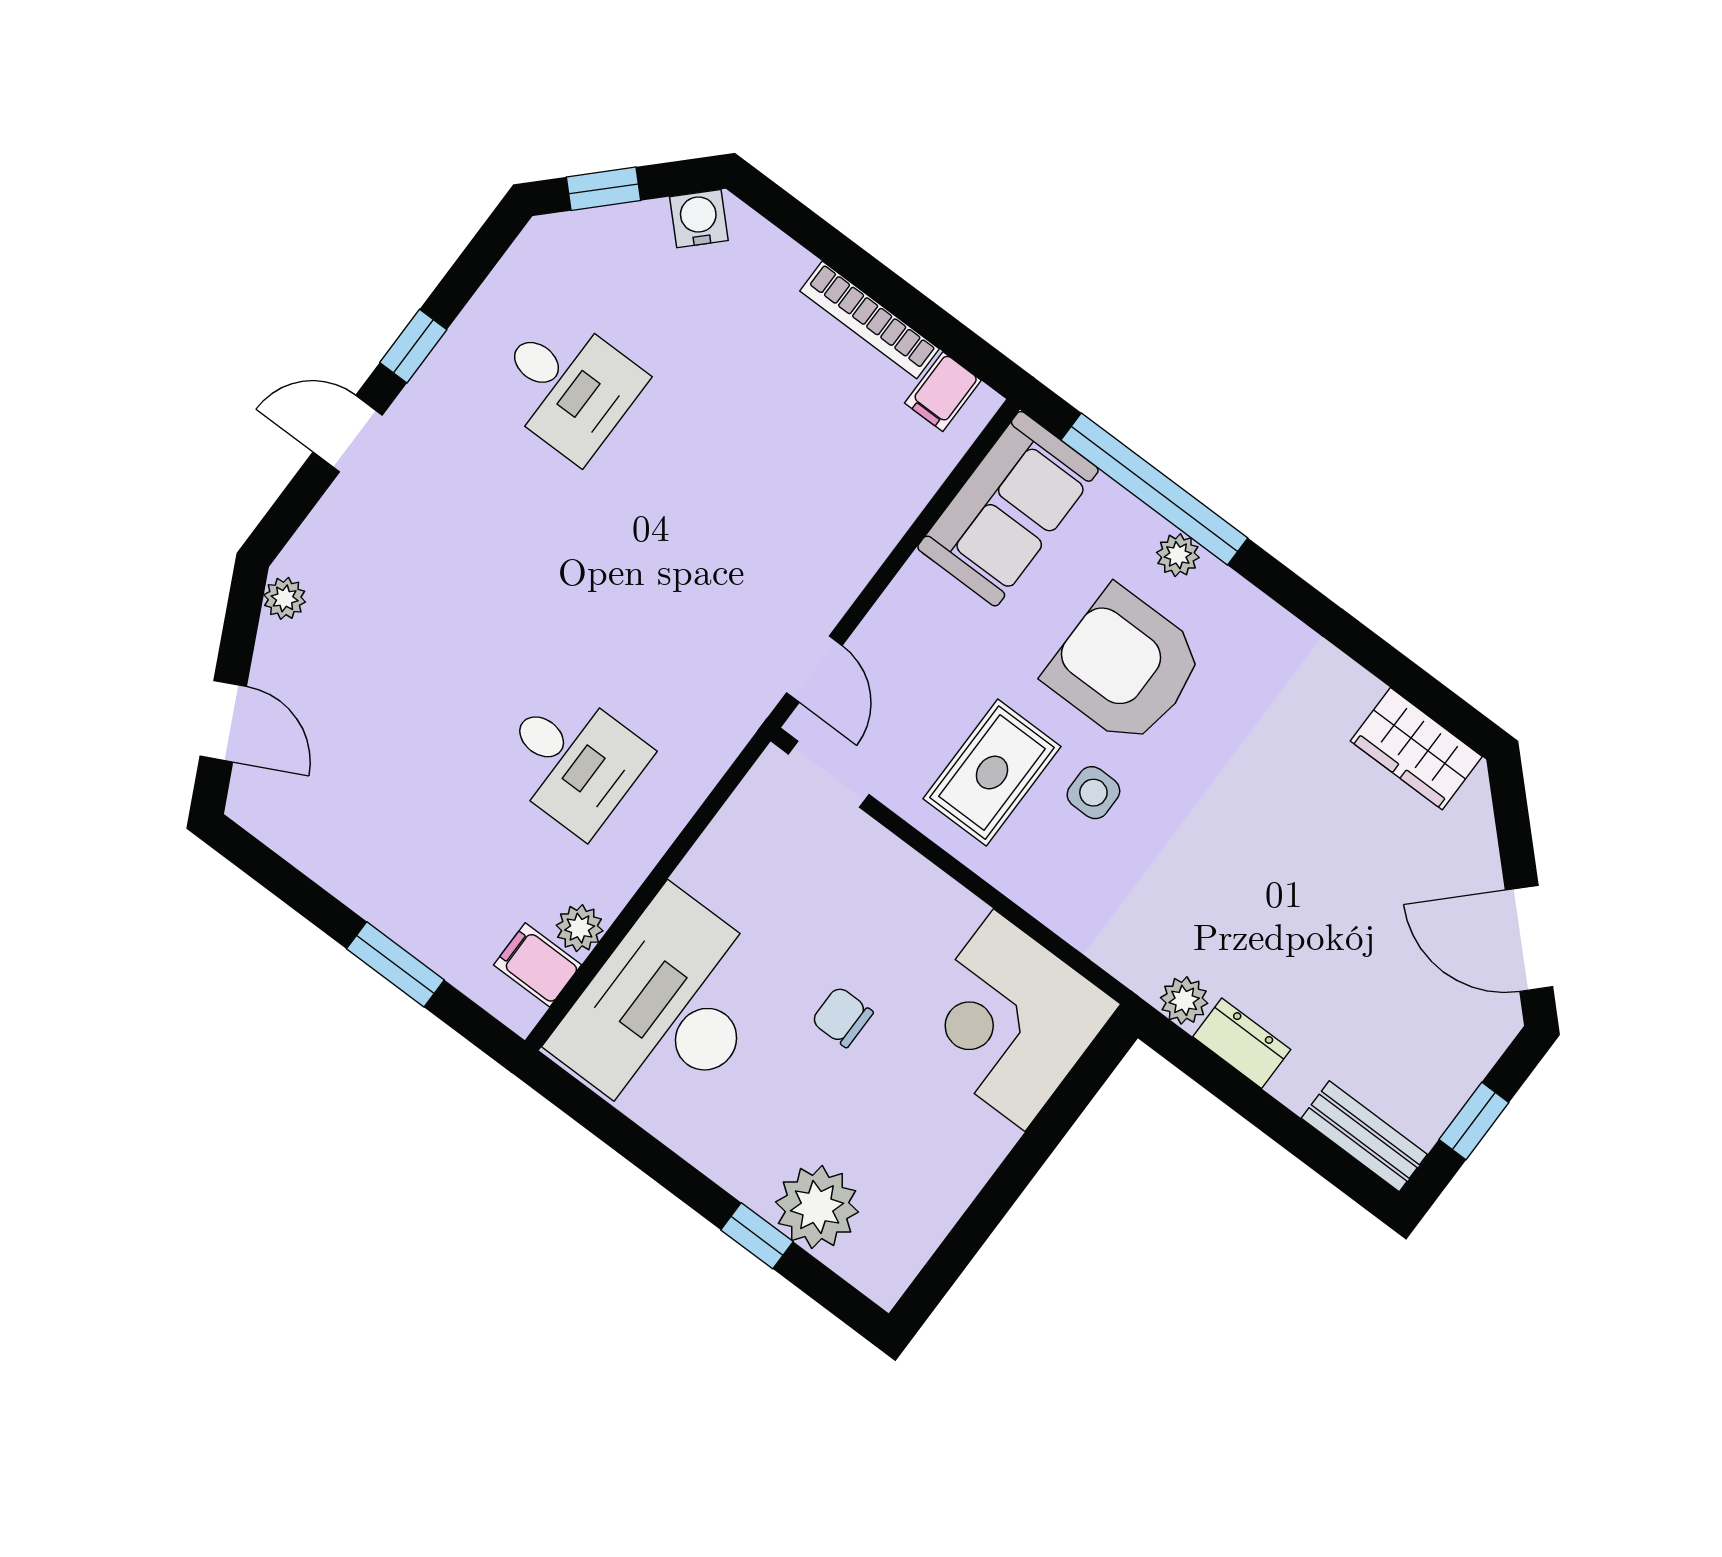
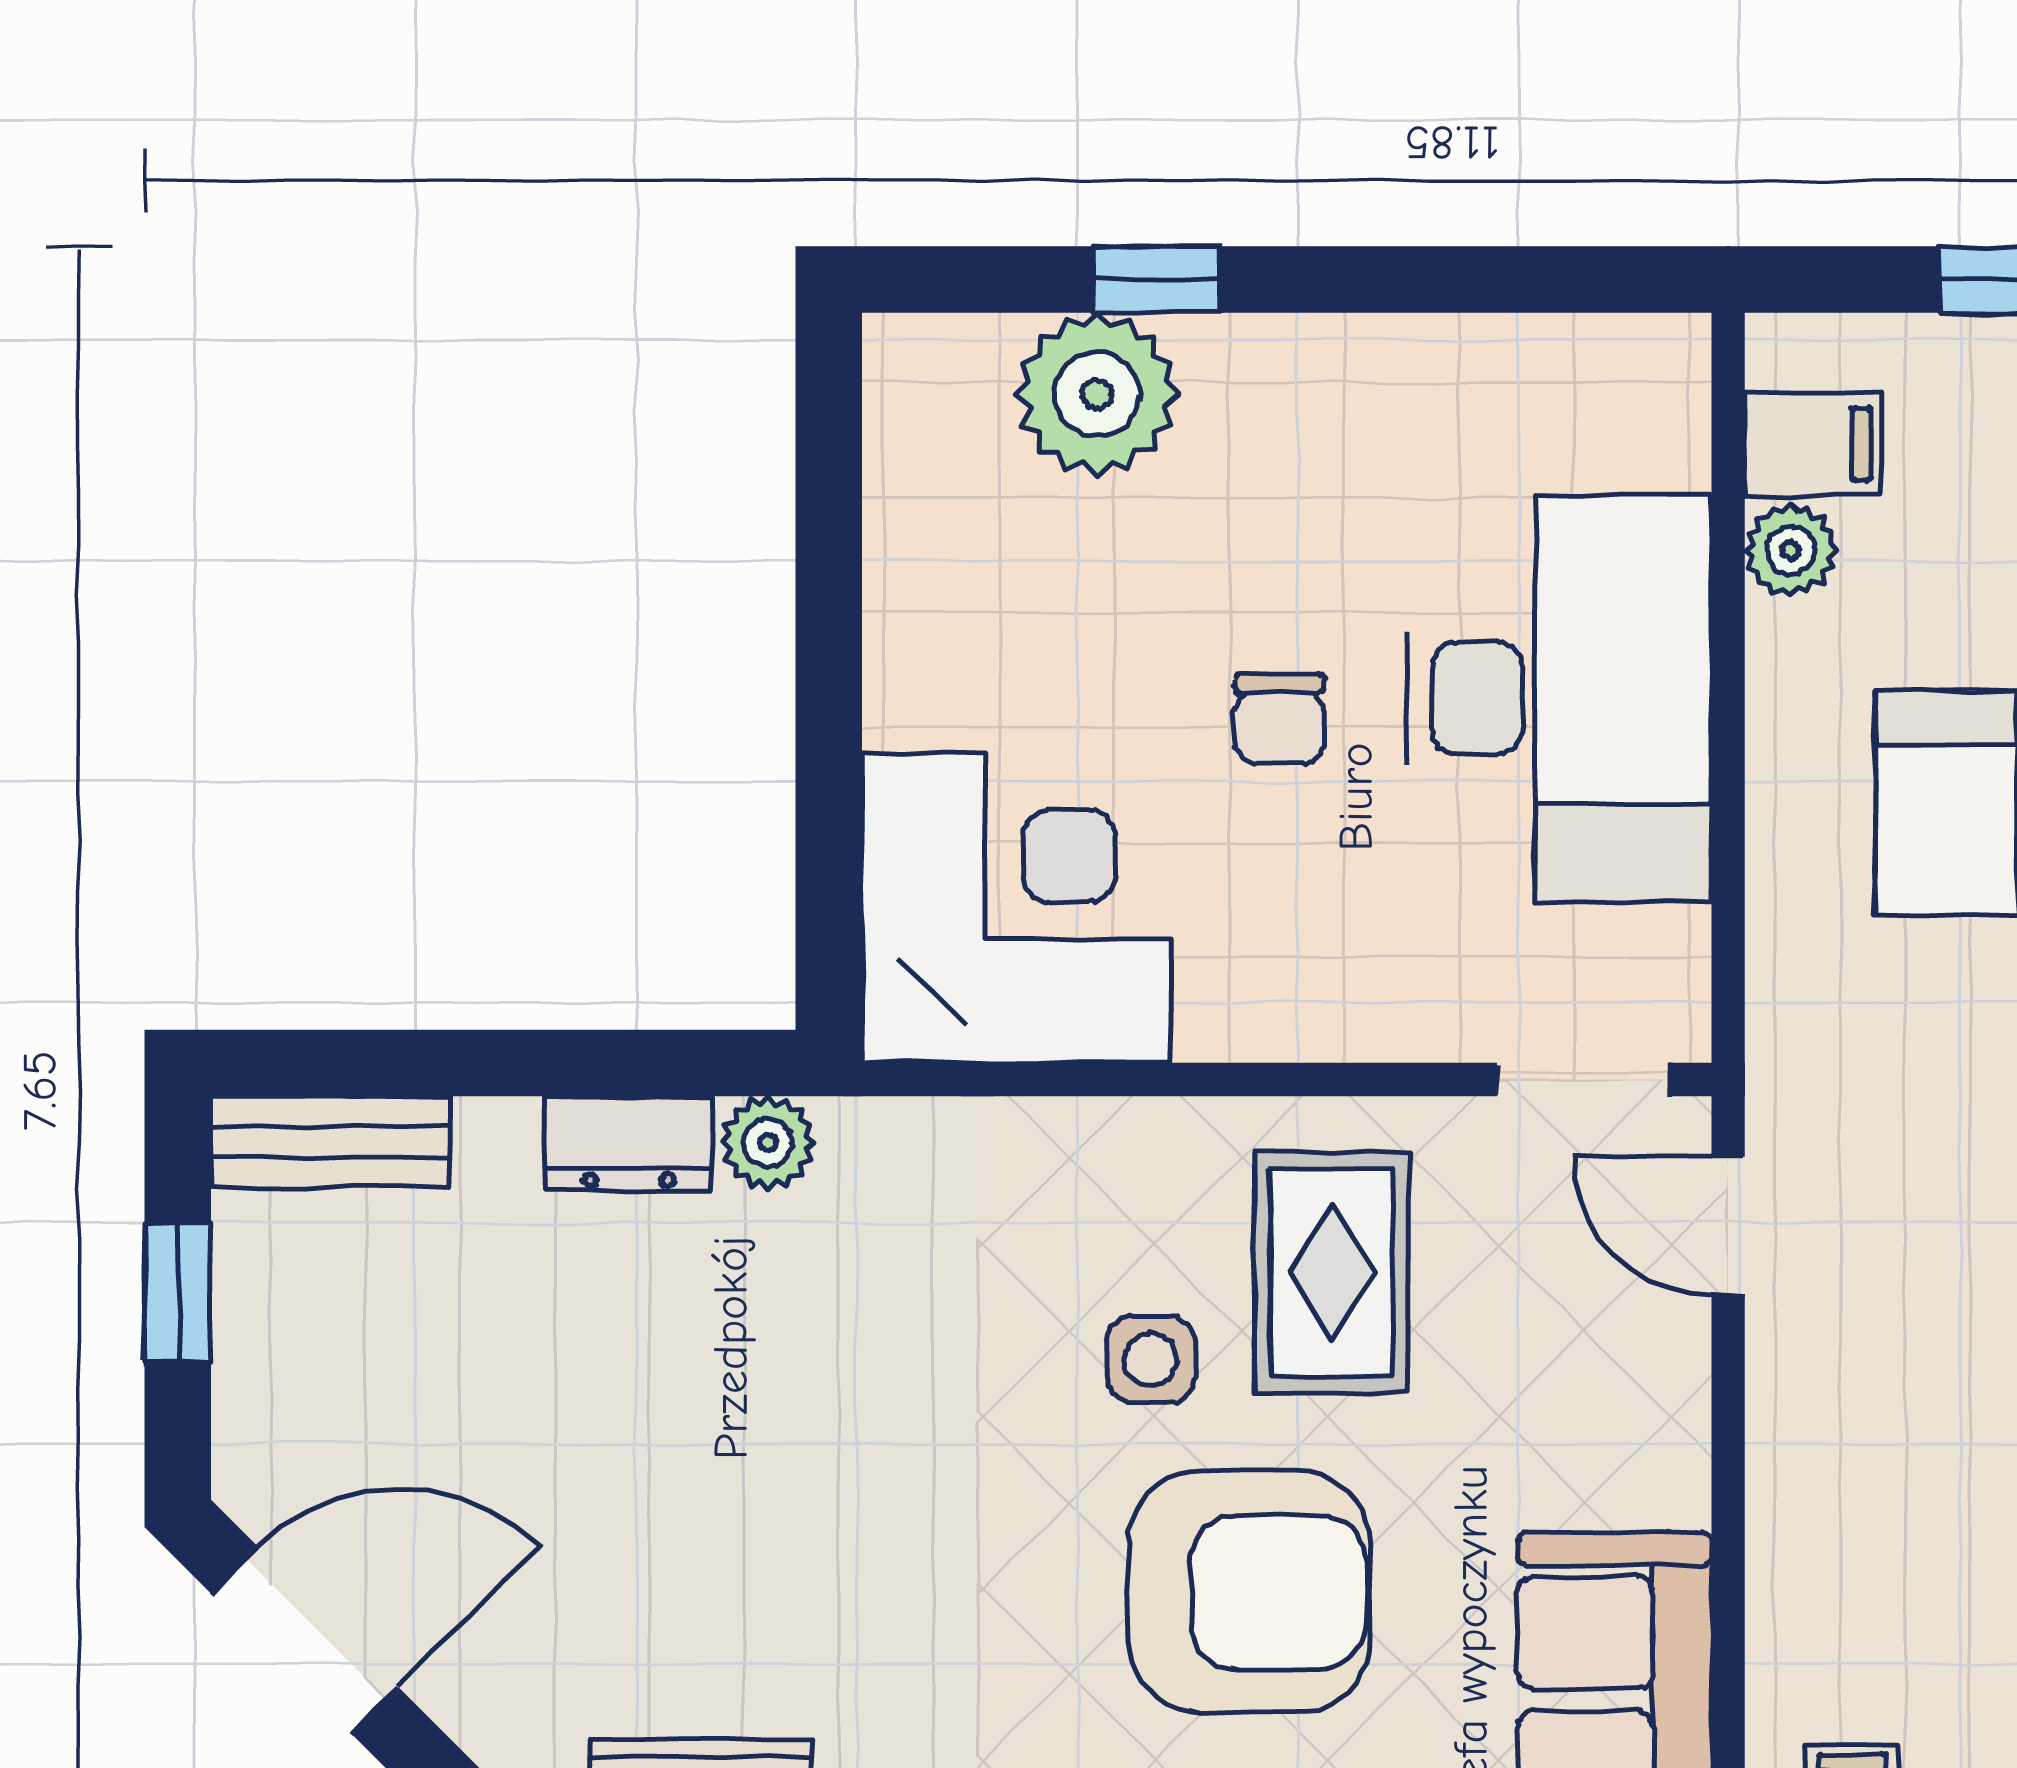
desk: (667, 1010) -> (1559, 698), moved
chair: (842, 1017) -> (1280, 719), turned 90

